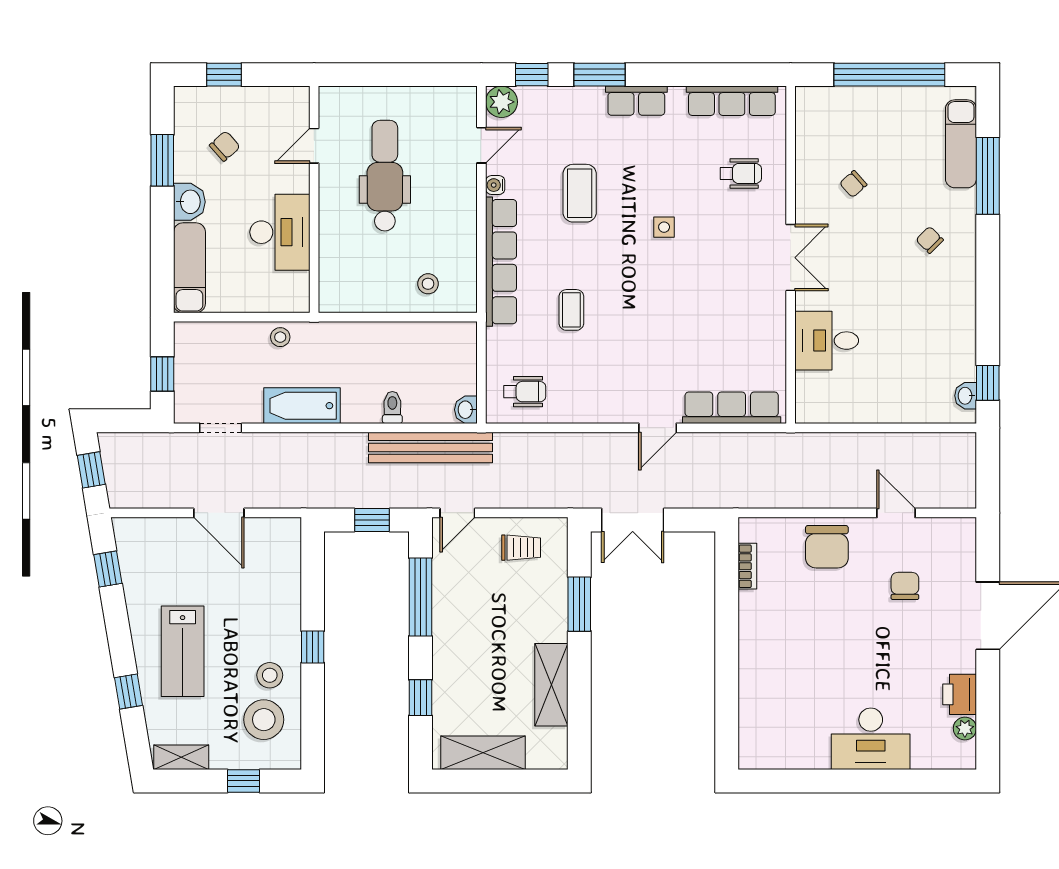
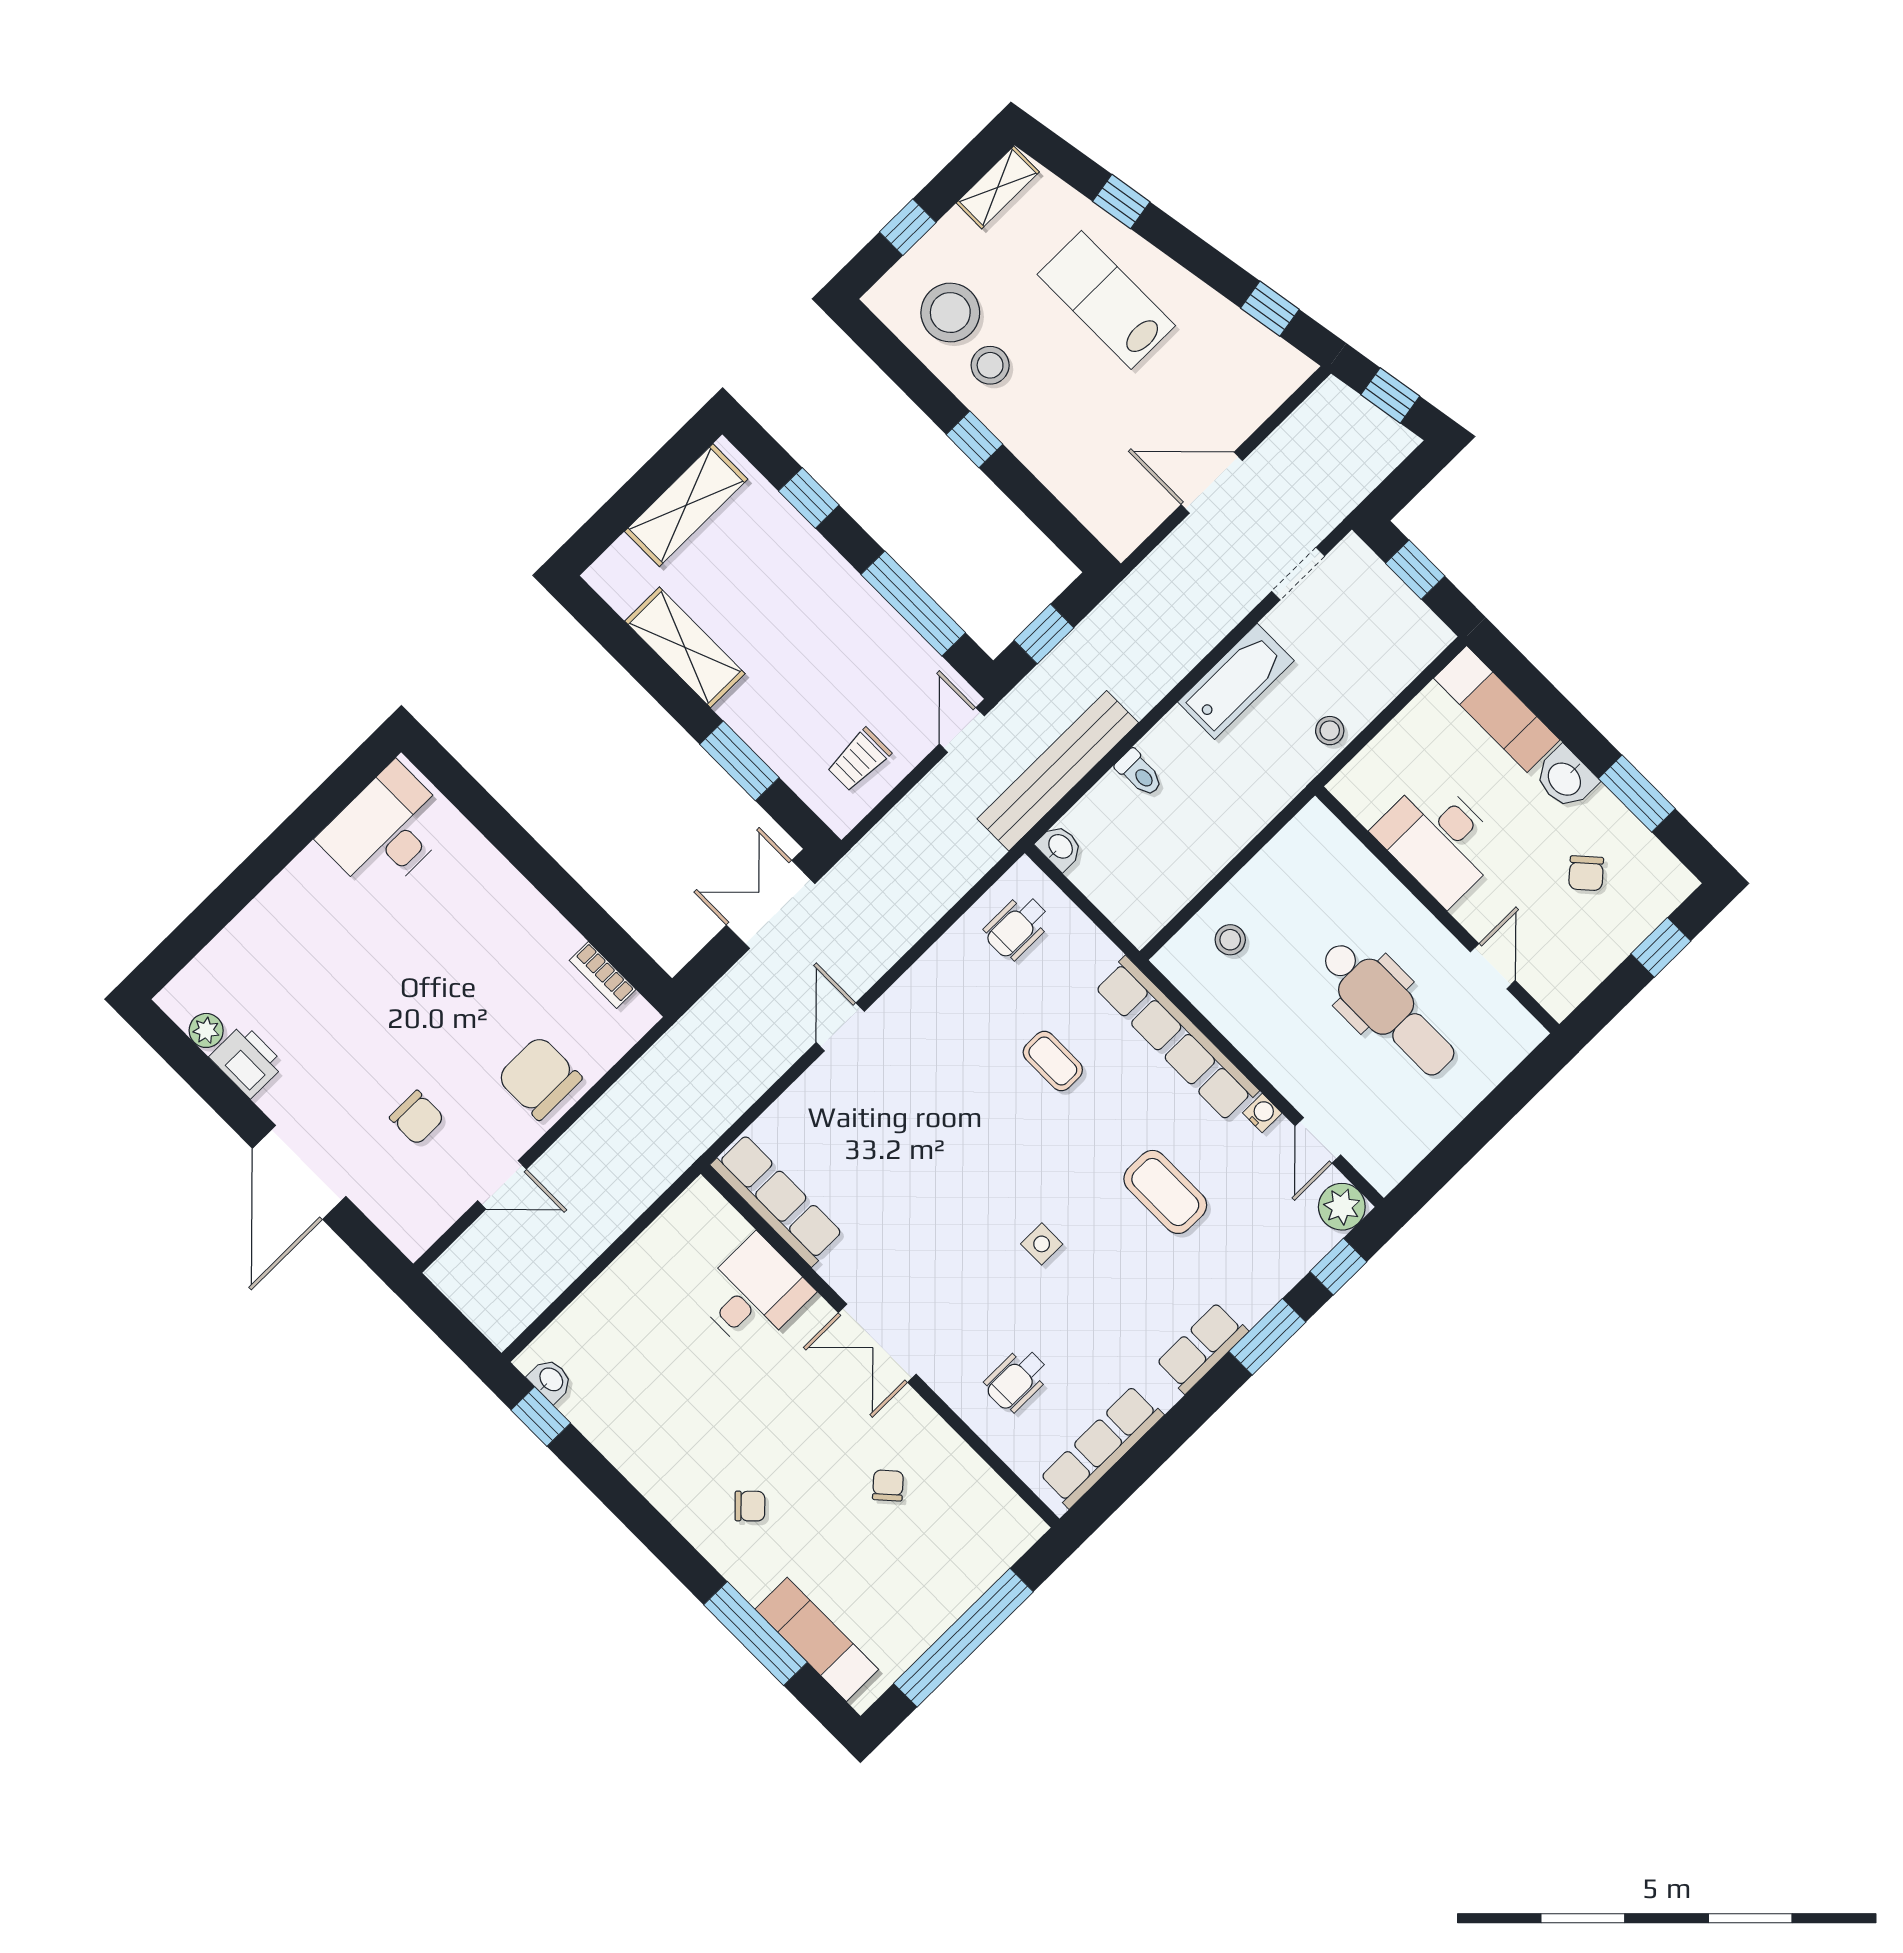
row of seats: (732, 408) -> (777, 1200), moved, turned -90
desk: (871, 739) -> (387, 831), moved

